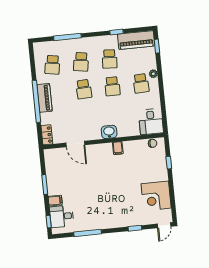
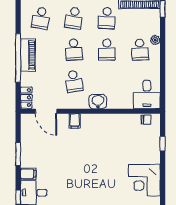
school desk: (87, 117) -> (74, 81), added
door: (75, 144) -> (46, 111), moved
filing cabinet: (118, 148) -> (75, 121), moved

